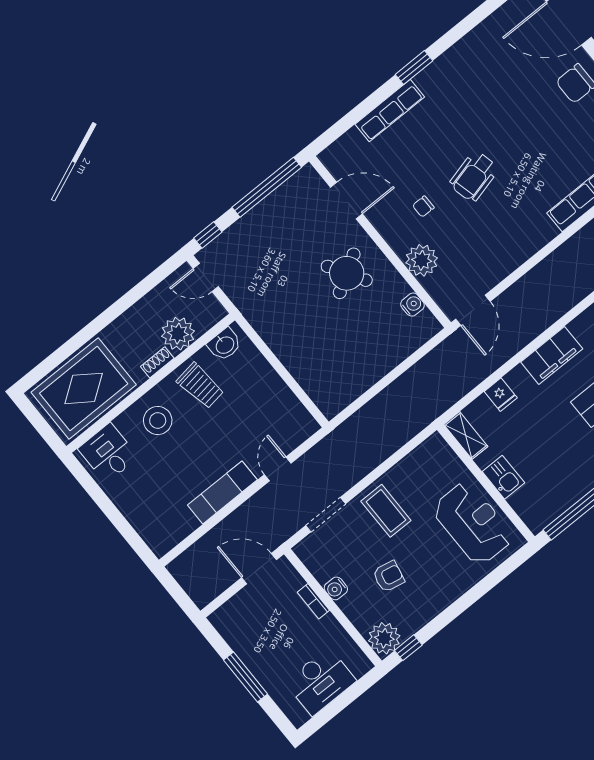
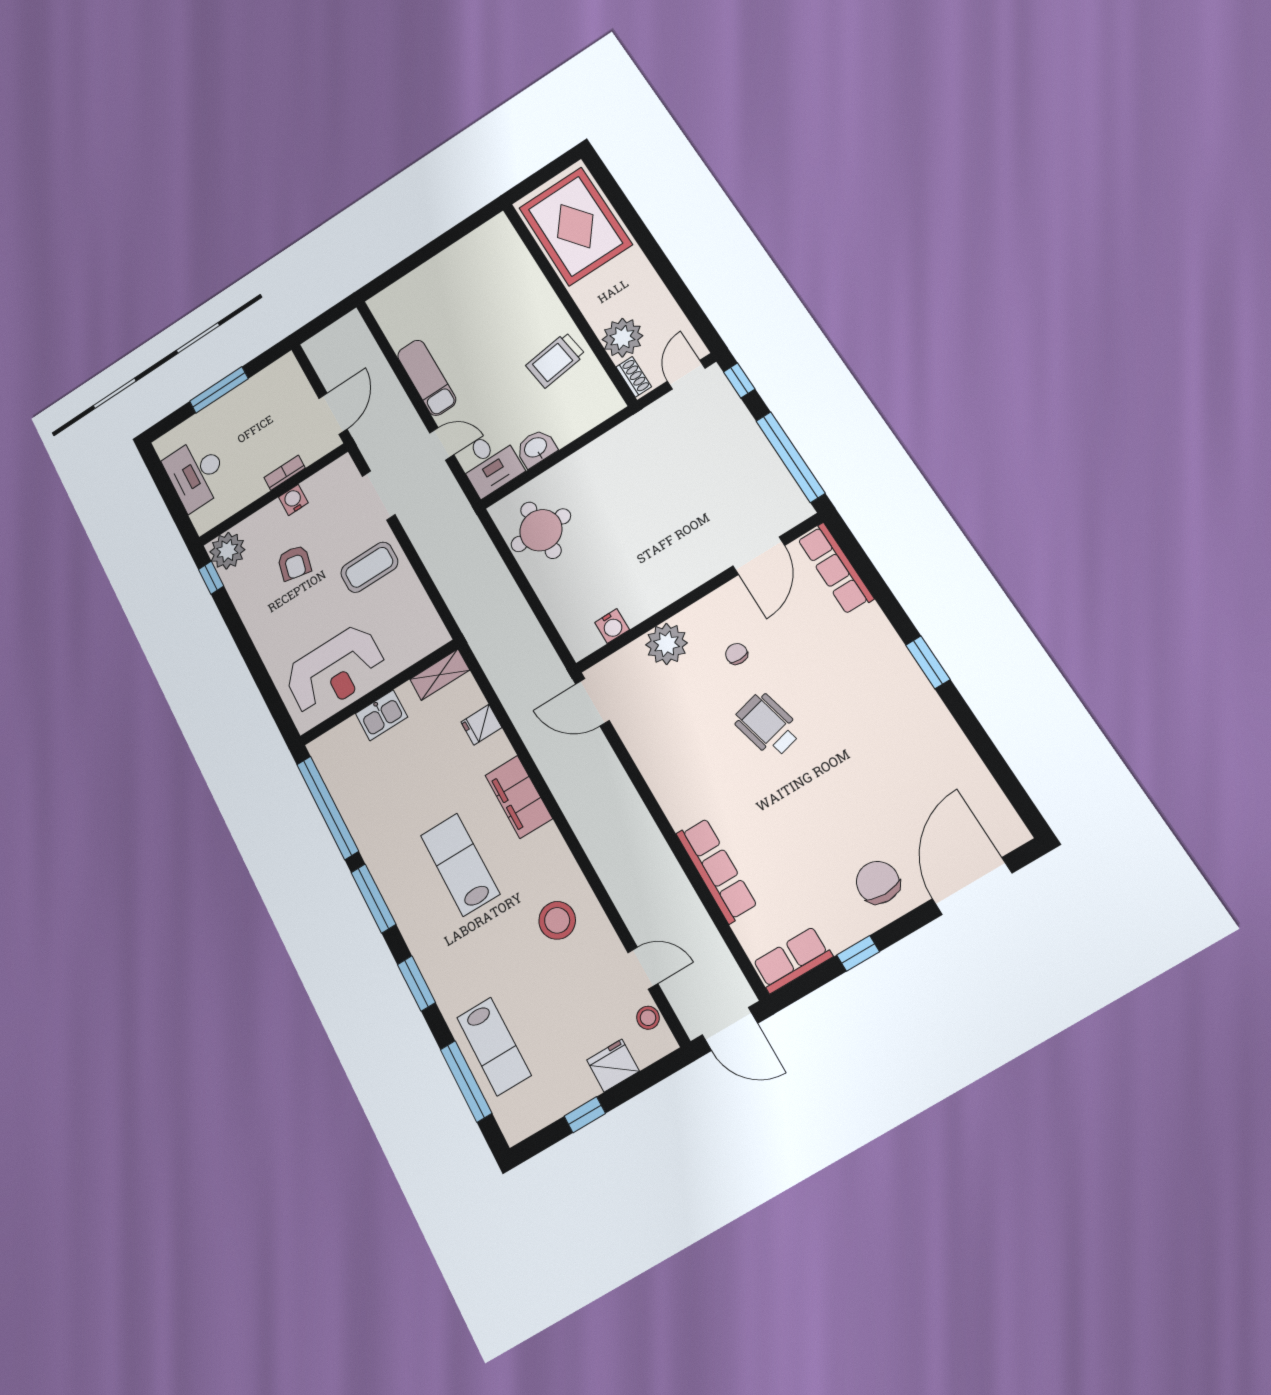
row of seats: (390, 111) -> (835, 568), moved
round table: (347, 273) -> (541, 530), moved, turned 31
washbasin: (225, 345) -> (536, 448), moved, turned 90
shoe rack: (157, 362) -> (634, 377), moved
stool: (158, 421) -> (523, 308), removed
desk: (108, 453) -> (490, 463), moved, turned 90

